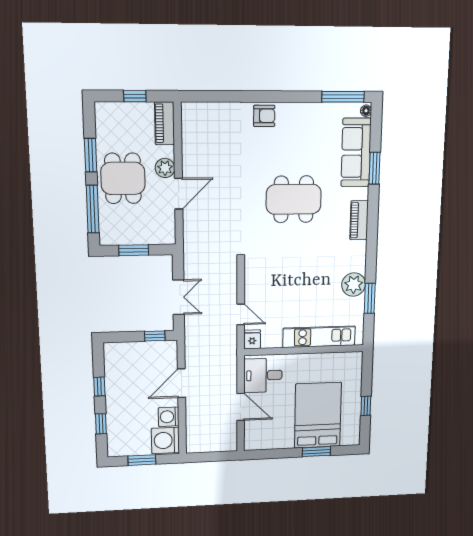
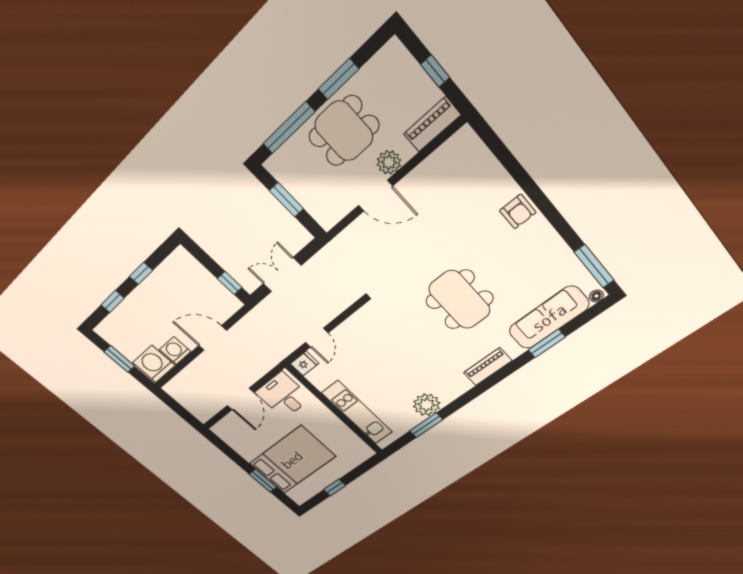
double door: (178, 297) -> (282, 275), swing flipped

